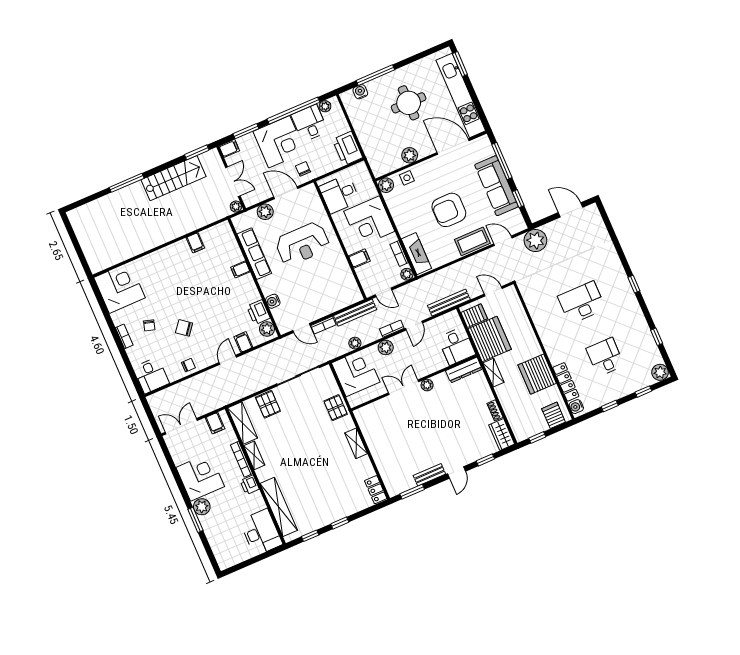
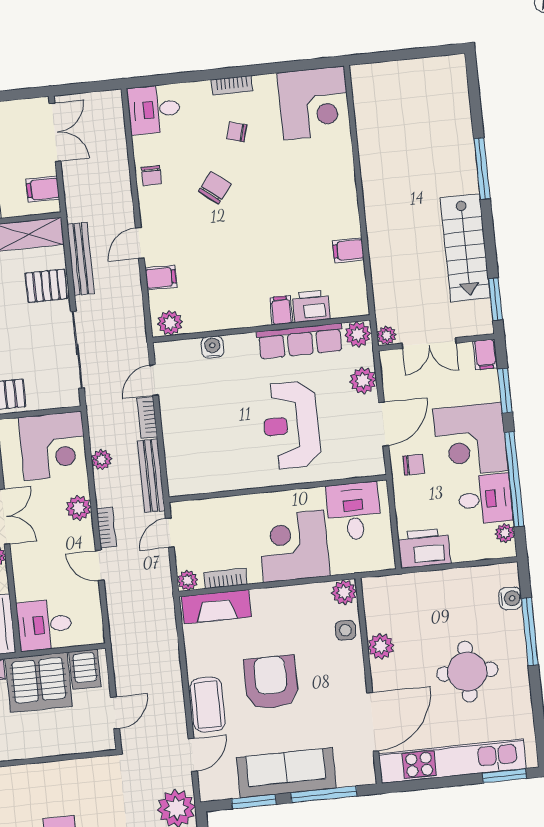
window: (518, 199) -> (254, 802), width x1.50
plant: (240, 223) -> (358, 334), added
filing cabinet: (359, 258) -> (238, 511), removed
bench: (449, 303) -> (81, 259), moved
printer: (258, 312) -> (311, 306), moved
door: (228, 360) -> (140, 243), swing flipped

